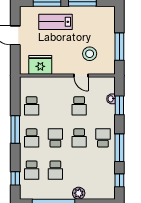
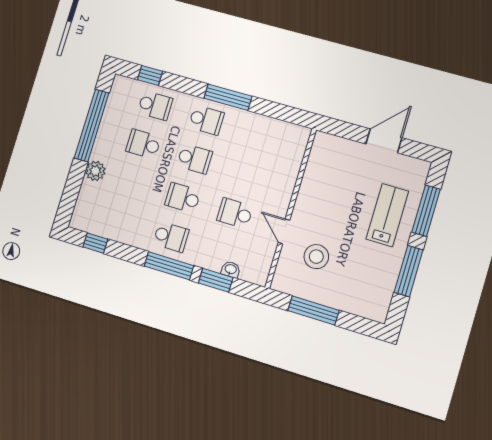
fridge: (40, 65) -> (322, 169), removed
door: (81, 76) -> (284, 231), hinge flipped
school desk: (32, 106) -> (258, 135), removed
school desk: (32, 138) -> (206, 120), turned 180
window: (119, 148) -> (169, 266), moved
school desk: (32, 170) -> (155, 106), turned 180

